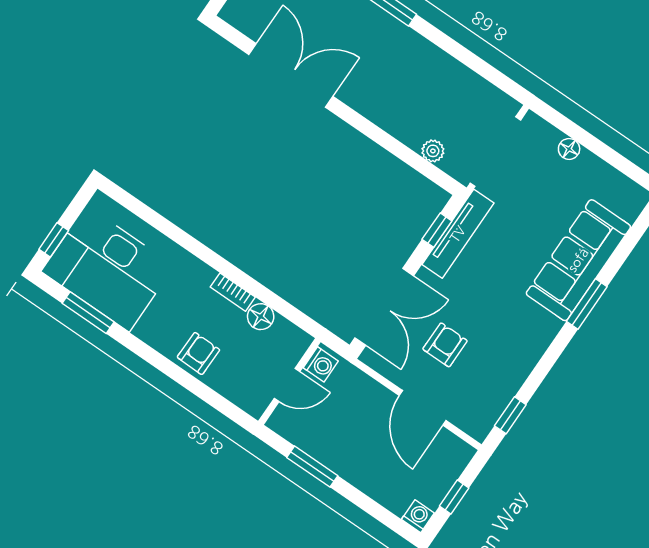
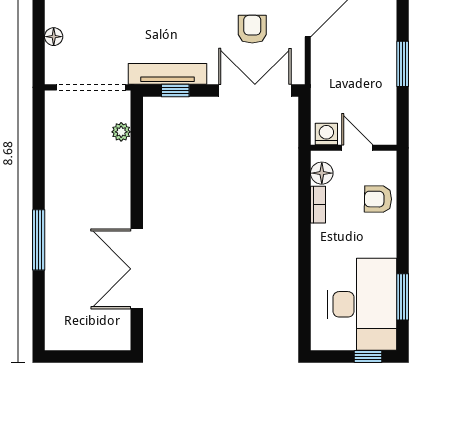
armchair: (445, 345) -> (252, 29), turned 90
washing machine: (321, 364) -> (326, 134), moved
wall: (289, 381) -> (354, 148), moved
door: (287, 385) -> (357, 148), moved

